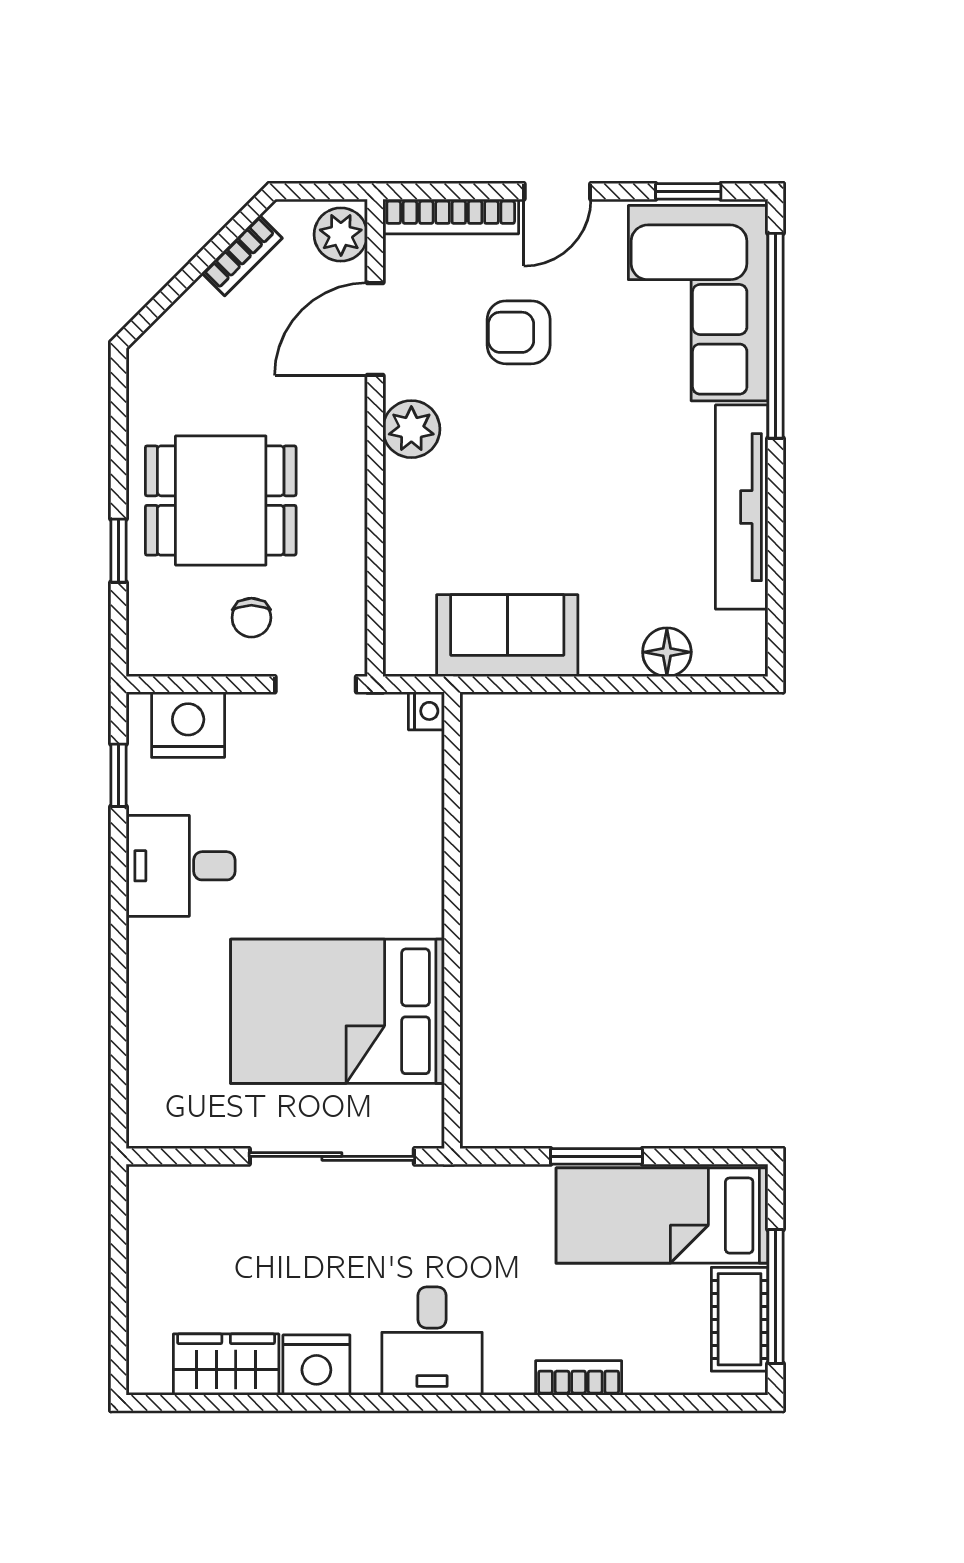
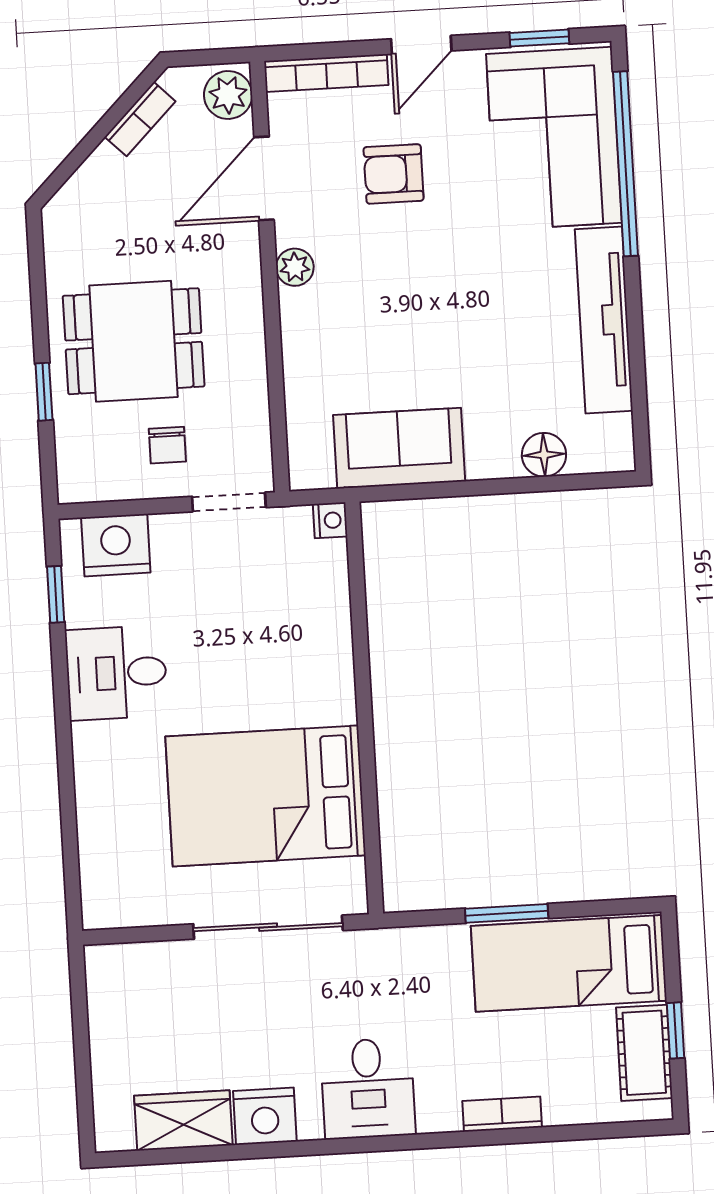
plant: (411, 429) -> (295, 267), width x0.73, depth x0.73
window: (775, 1297) -> (675, 1030), width x0.46

